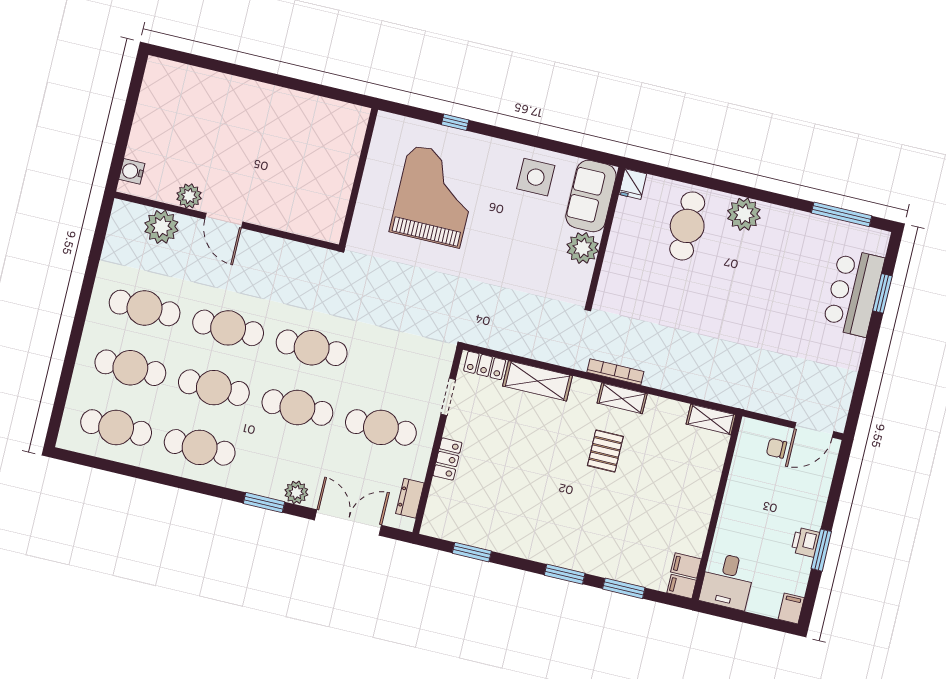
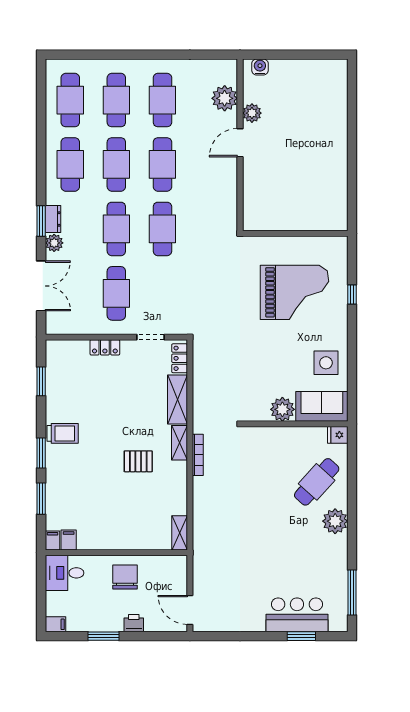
cafe table: (687, 226) -> (317, 482), turned -48
shelving: (622, 398) -> (180, 443), moved
chair: (776, 448) -> (125, 577), moved, width x1.87, depth x1.87
dresser: (410, 498) -> (53, 219), moved, turned 90
trolley: (546, 540) -> (63, 433), added
printer: (805, 542) -> (134, 623), moved

